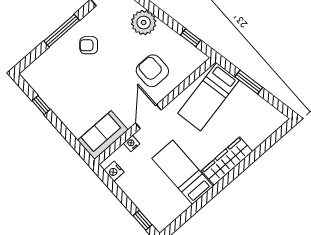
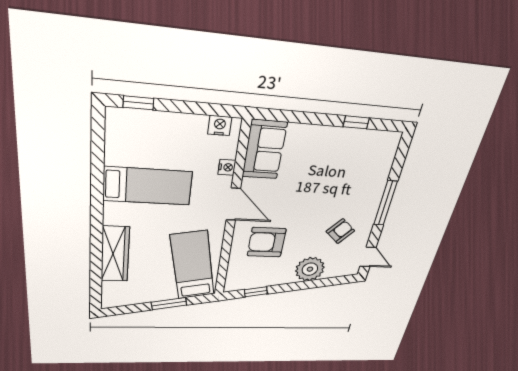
armchair: (89, 45) -> (340, 231), moved
armchair: (152, 71) -> (267, 242), turned 180
wardrobe: (227, 161) -> (115, 254), moved

